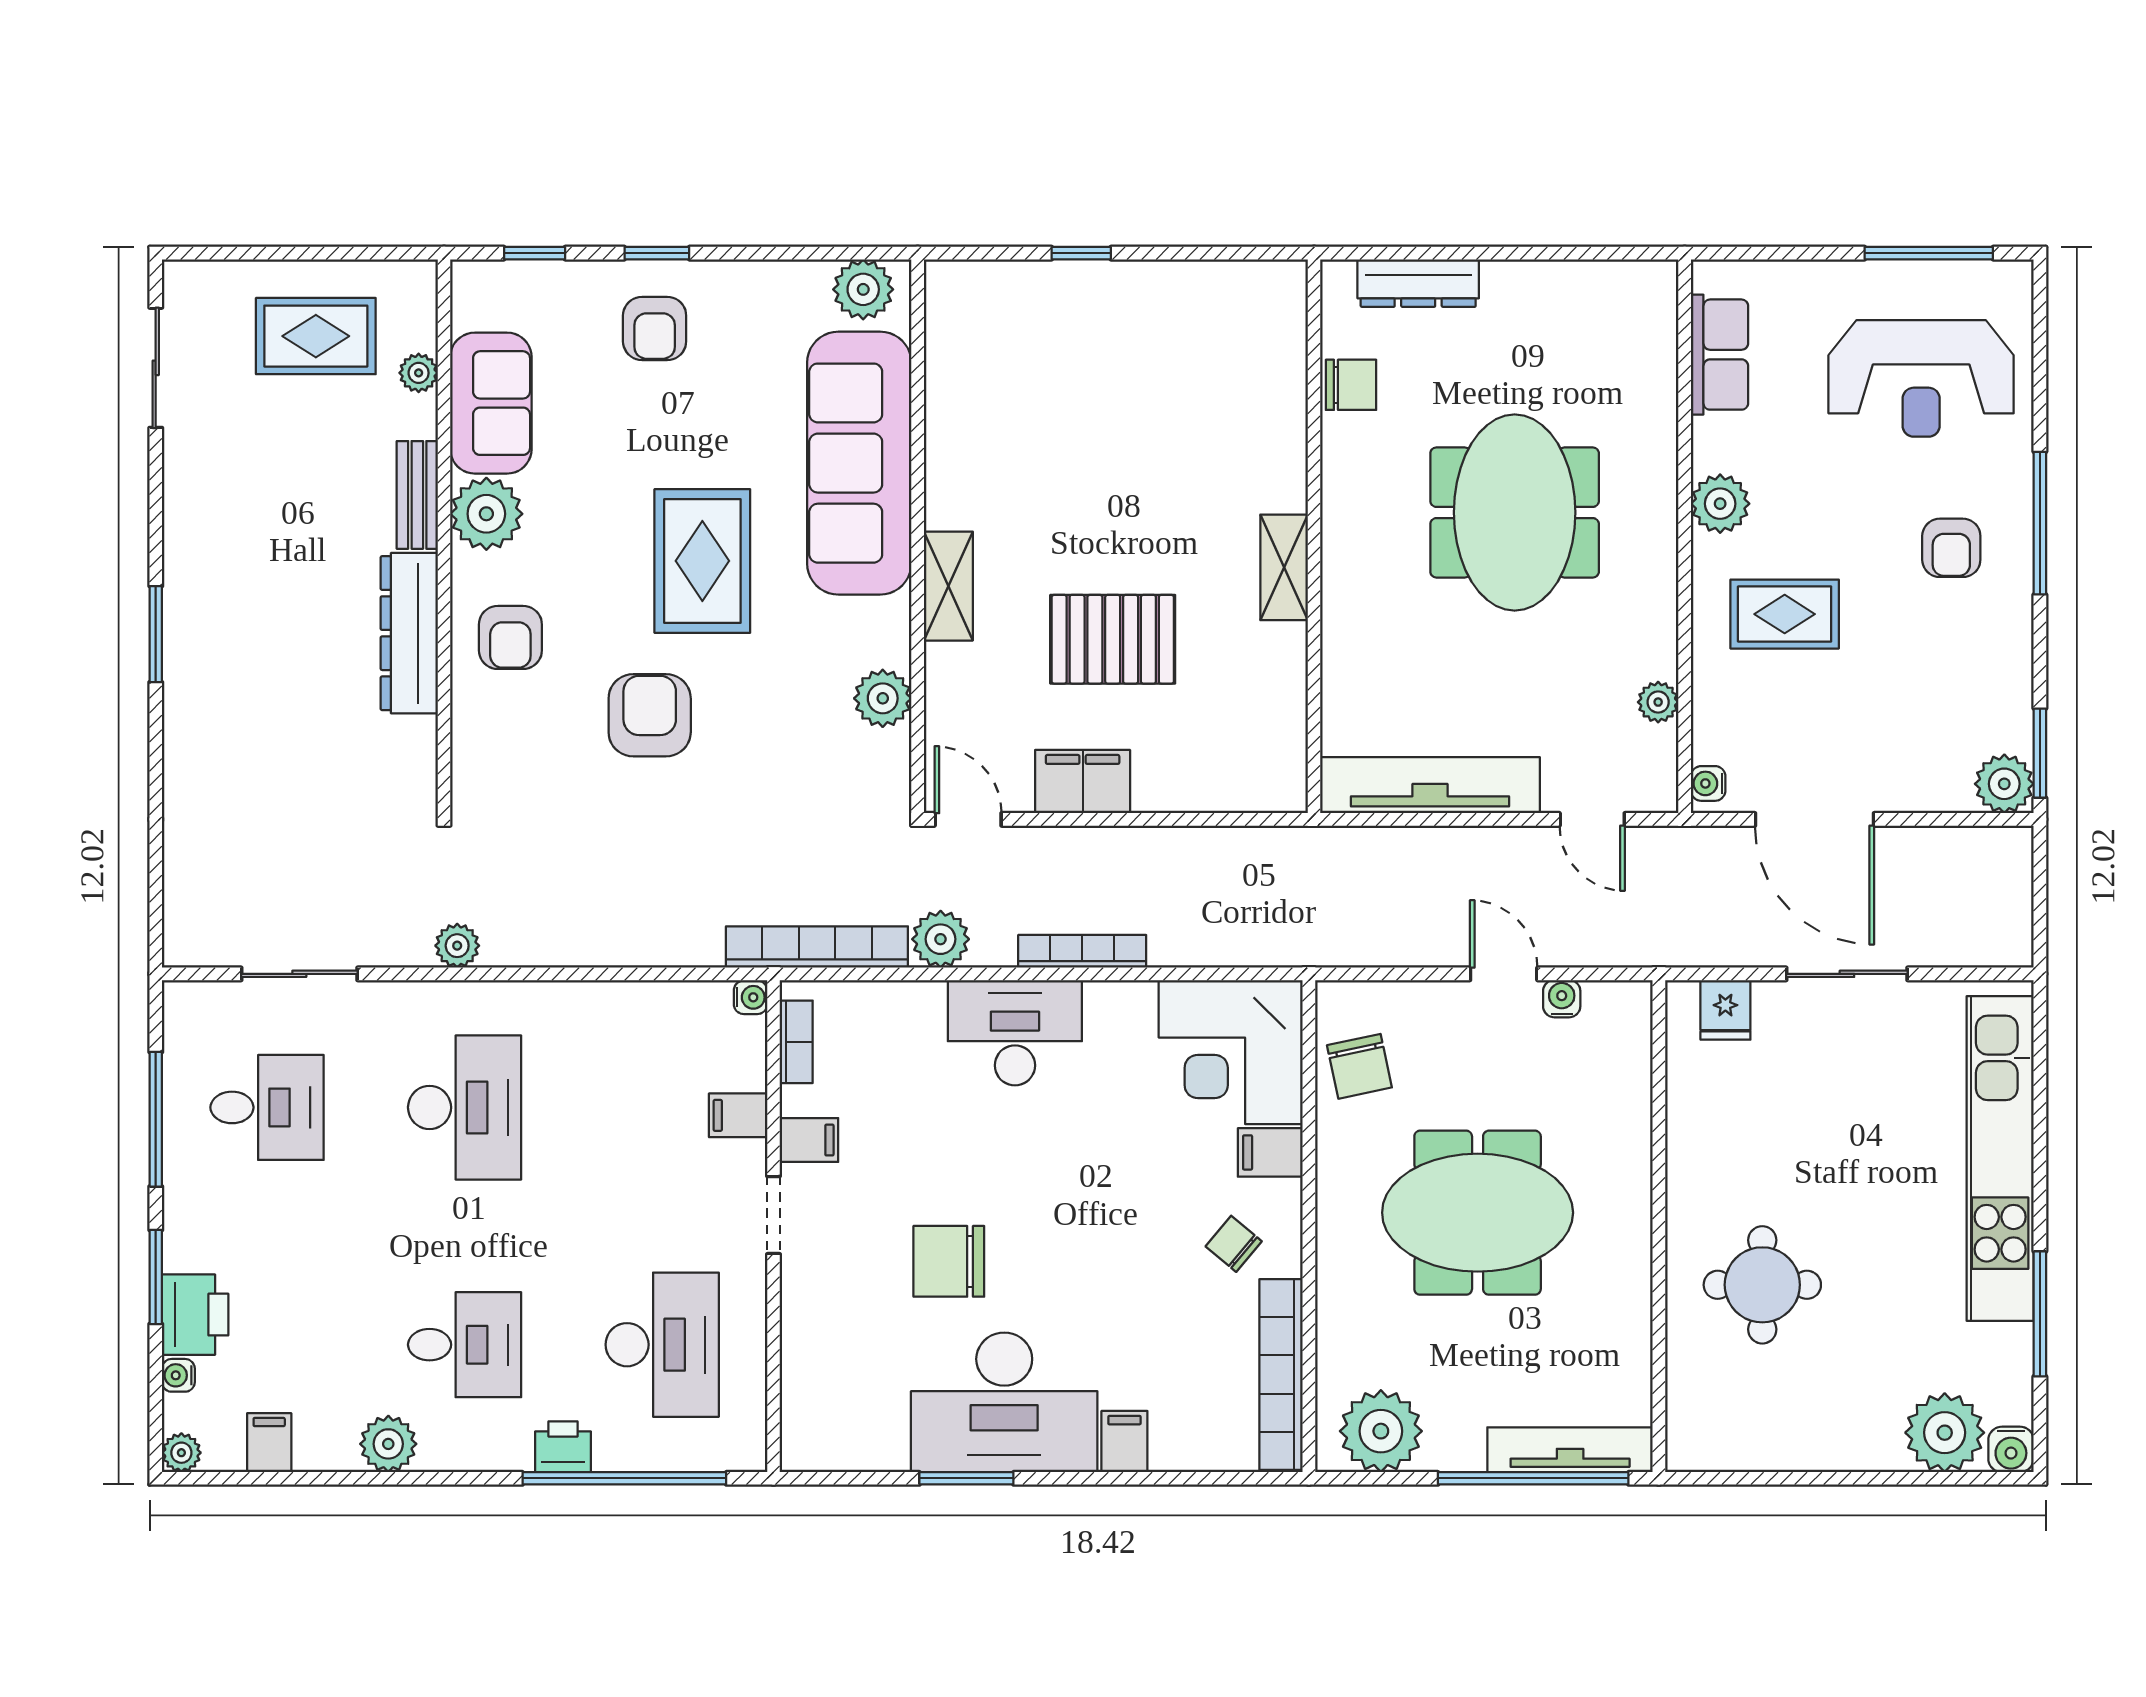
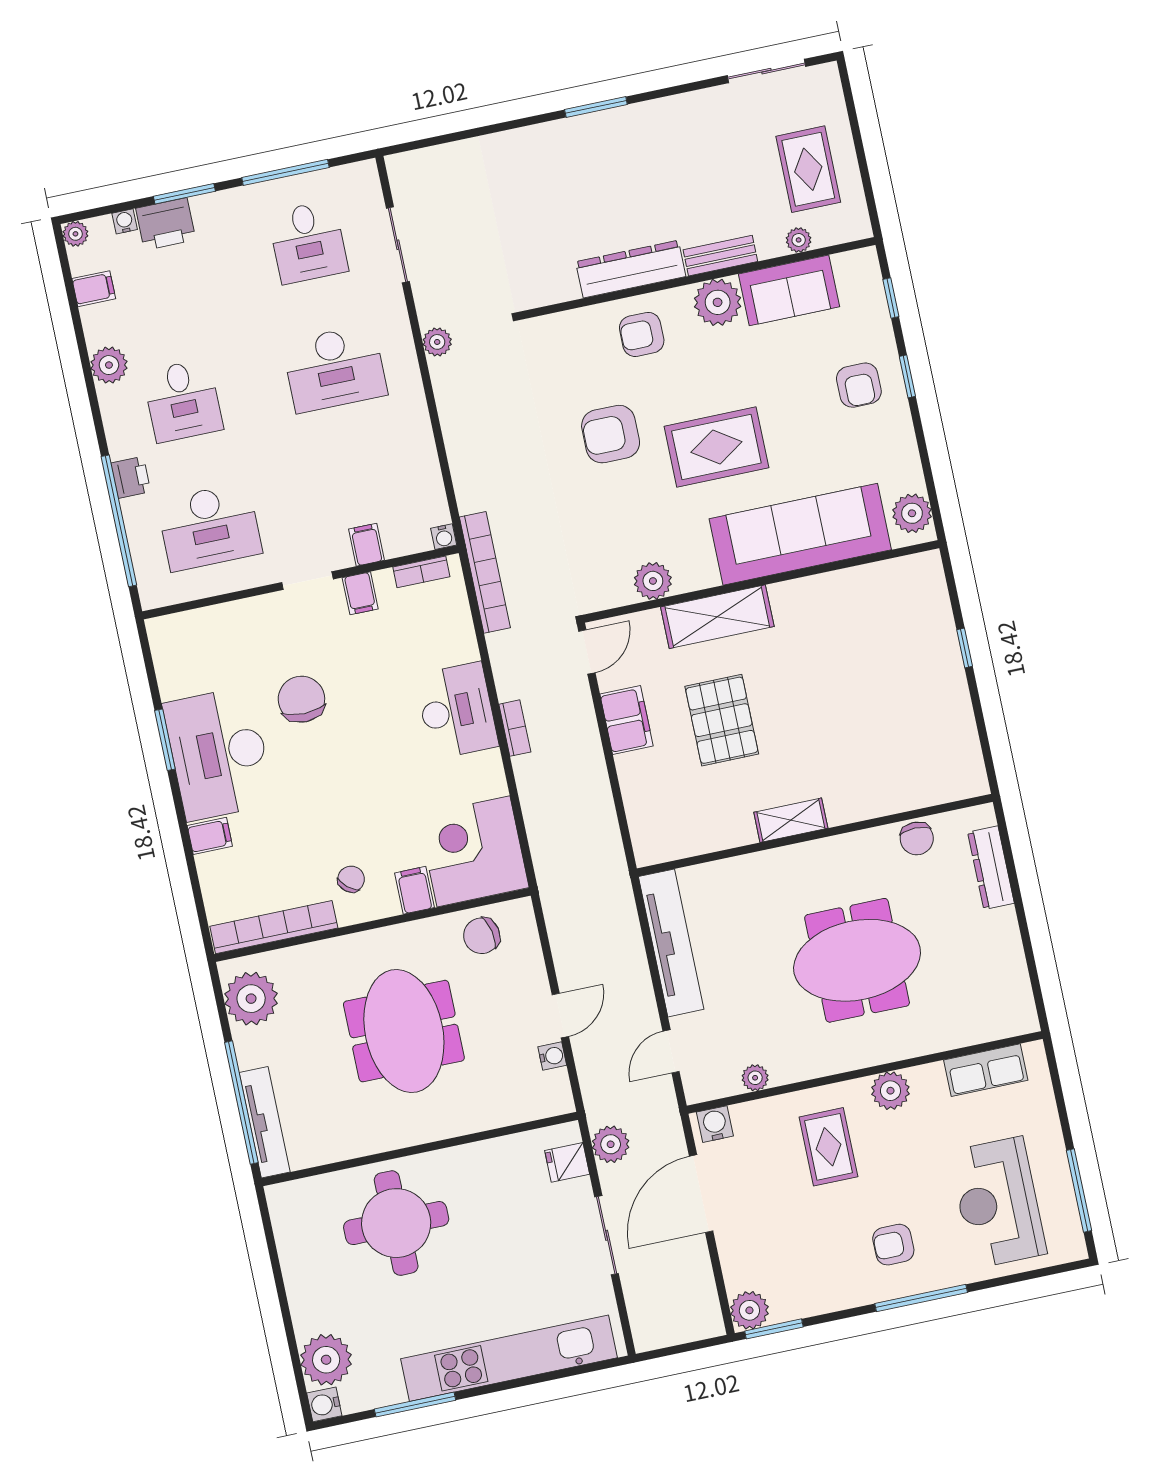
armchair: (655, 328) -> (859, 385), turned -90
shelving: (948, 586) -> (717, 617), width x1.50, depth x1.33
armchair: (650, 715) -> (611, 434), turned 180
water cooler: (1708, 783) -> (715, 1124), width x1.38, depth x1.38
plant: (941, 939) -> (611, 1144), moved
bookcase: (1082, 951) -> (515, 728), width x0.64
round table: (1762, 1285) -> (396, 1223), width x1.36, depth x1.36

